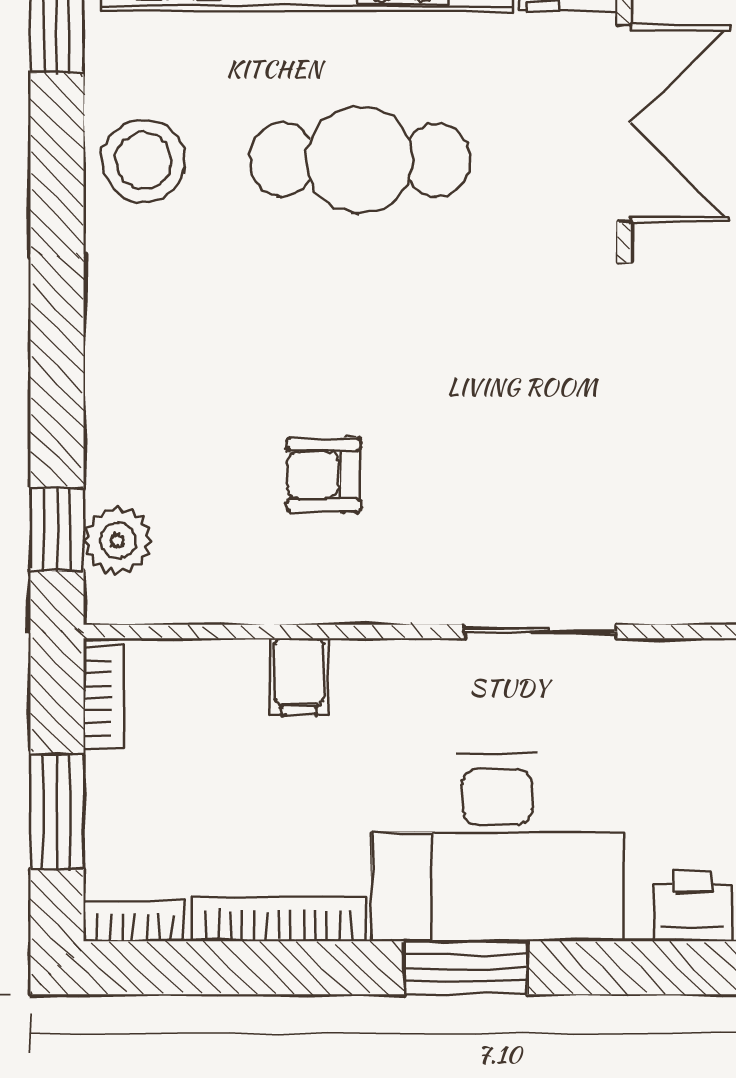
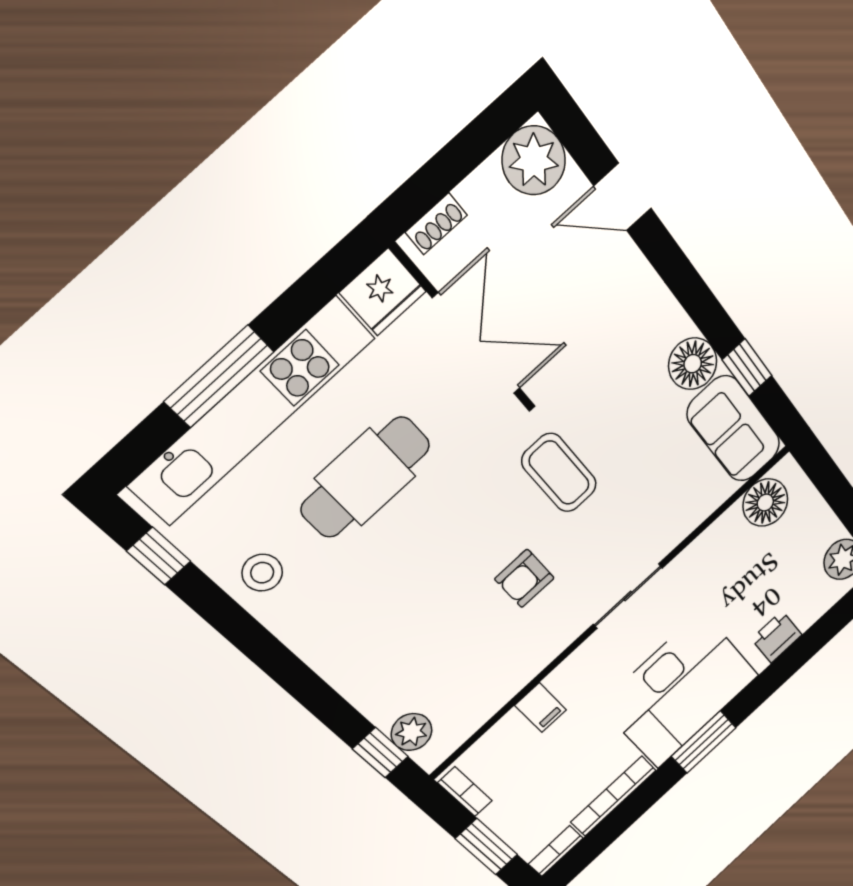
stool: (144, 161) -> (262, 573), width x0.73, depth x0.73
coffee table: (590, 375) -> (559, 473), added
armchair: (324, 475) -> (524, 578), moved

